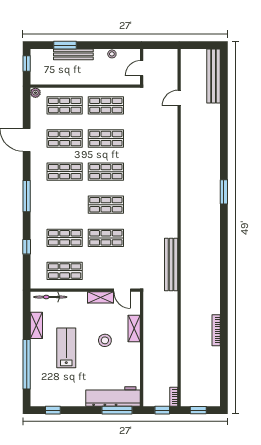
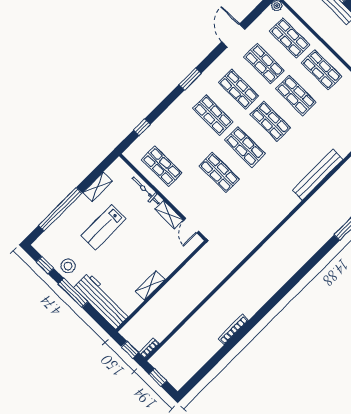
window: (27, 196) -> (190, 79), width x0.69
shop shelf: (65, 238) -> (213, 115), moved
window: (27, 247) -> (142, 127), moved
bench: (171, 265) -> (318, 175), moved
bicycle: (50, 297) -> (146, 191), moved
shelving: (134, 328) -> (150, 285), moved
stool: (105, 340) -> (68, 266), moved
lab bench: (66, 348) -> (104, 227), turned 180
window: (117, 410) -> (73, 293), moved

